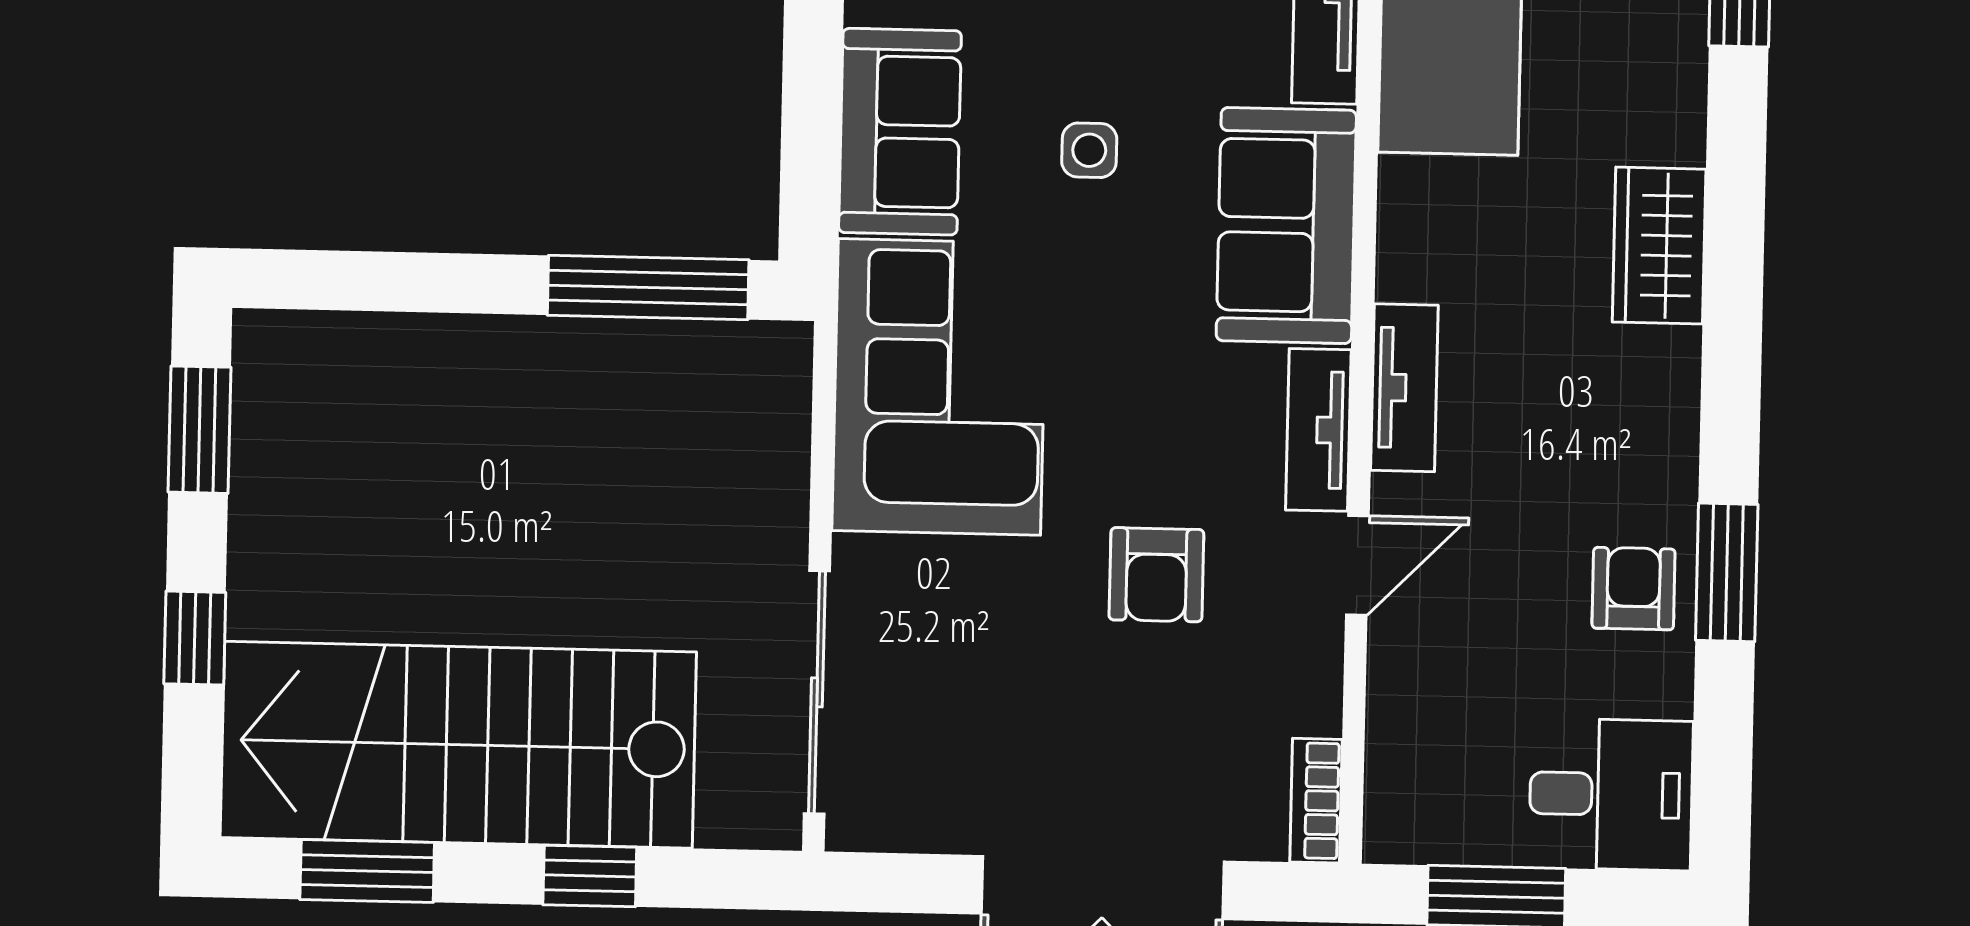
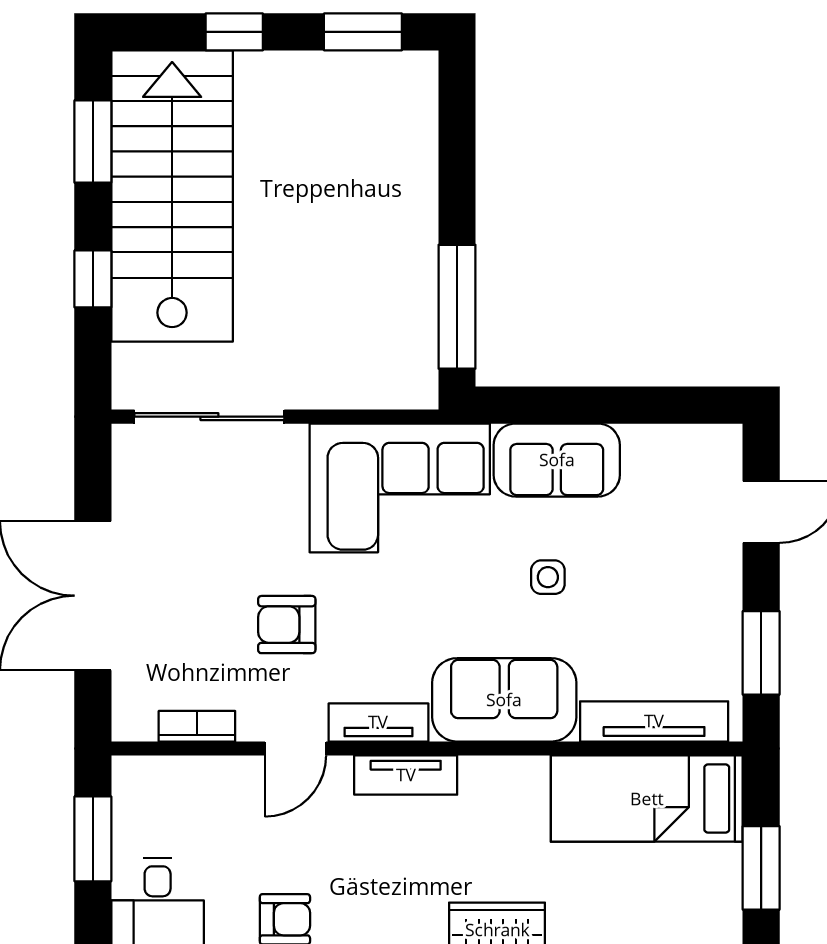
door: (1357, 565) -> (295, 748), hinge flipped
bookcase: (1316, 801) -> (197, 726), moved

